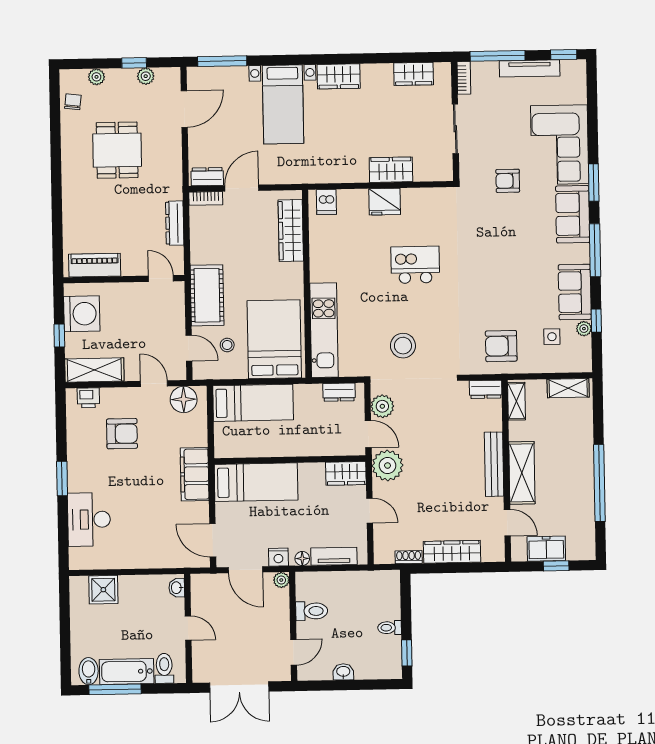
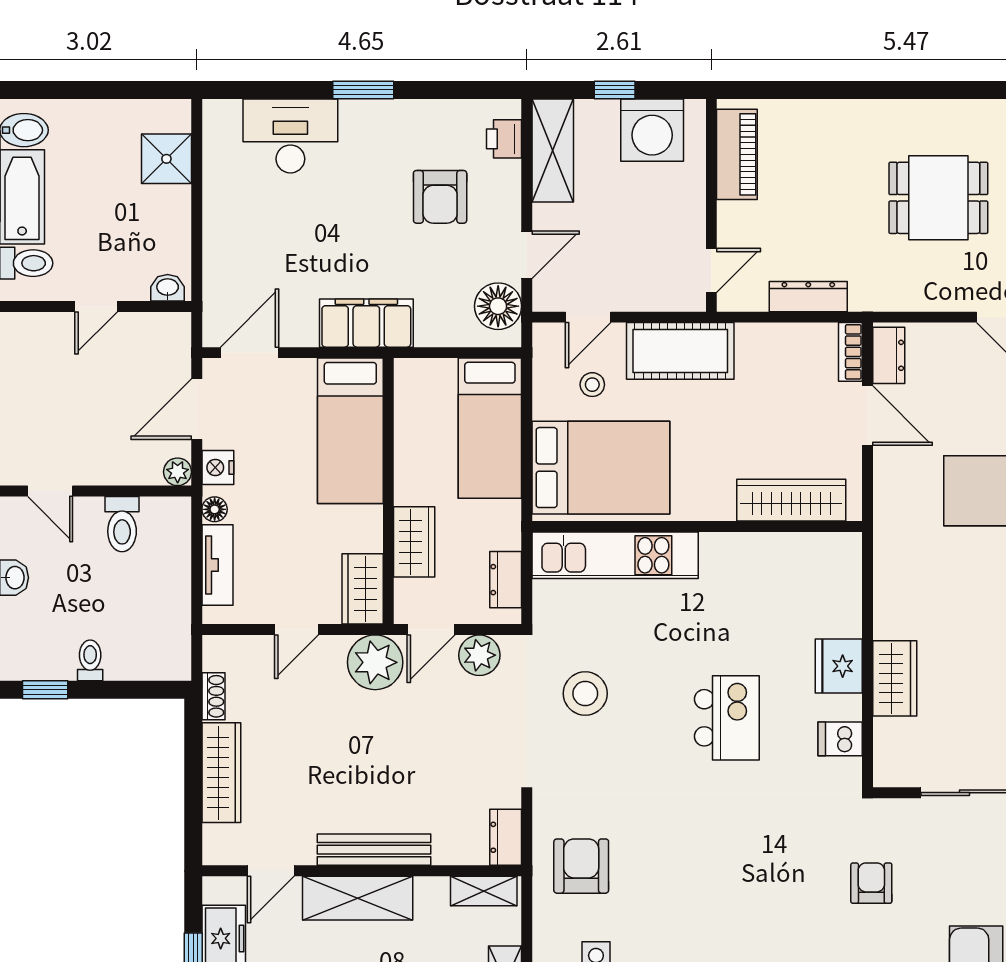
dishwasher: (326, 202) -> (840, 739), moved
wardrobe: (319, 445) -> (414, 542), added

